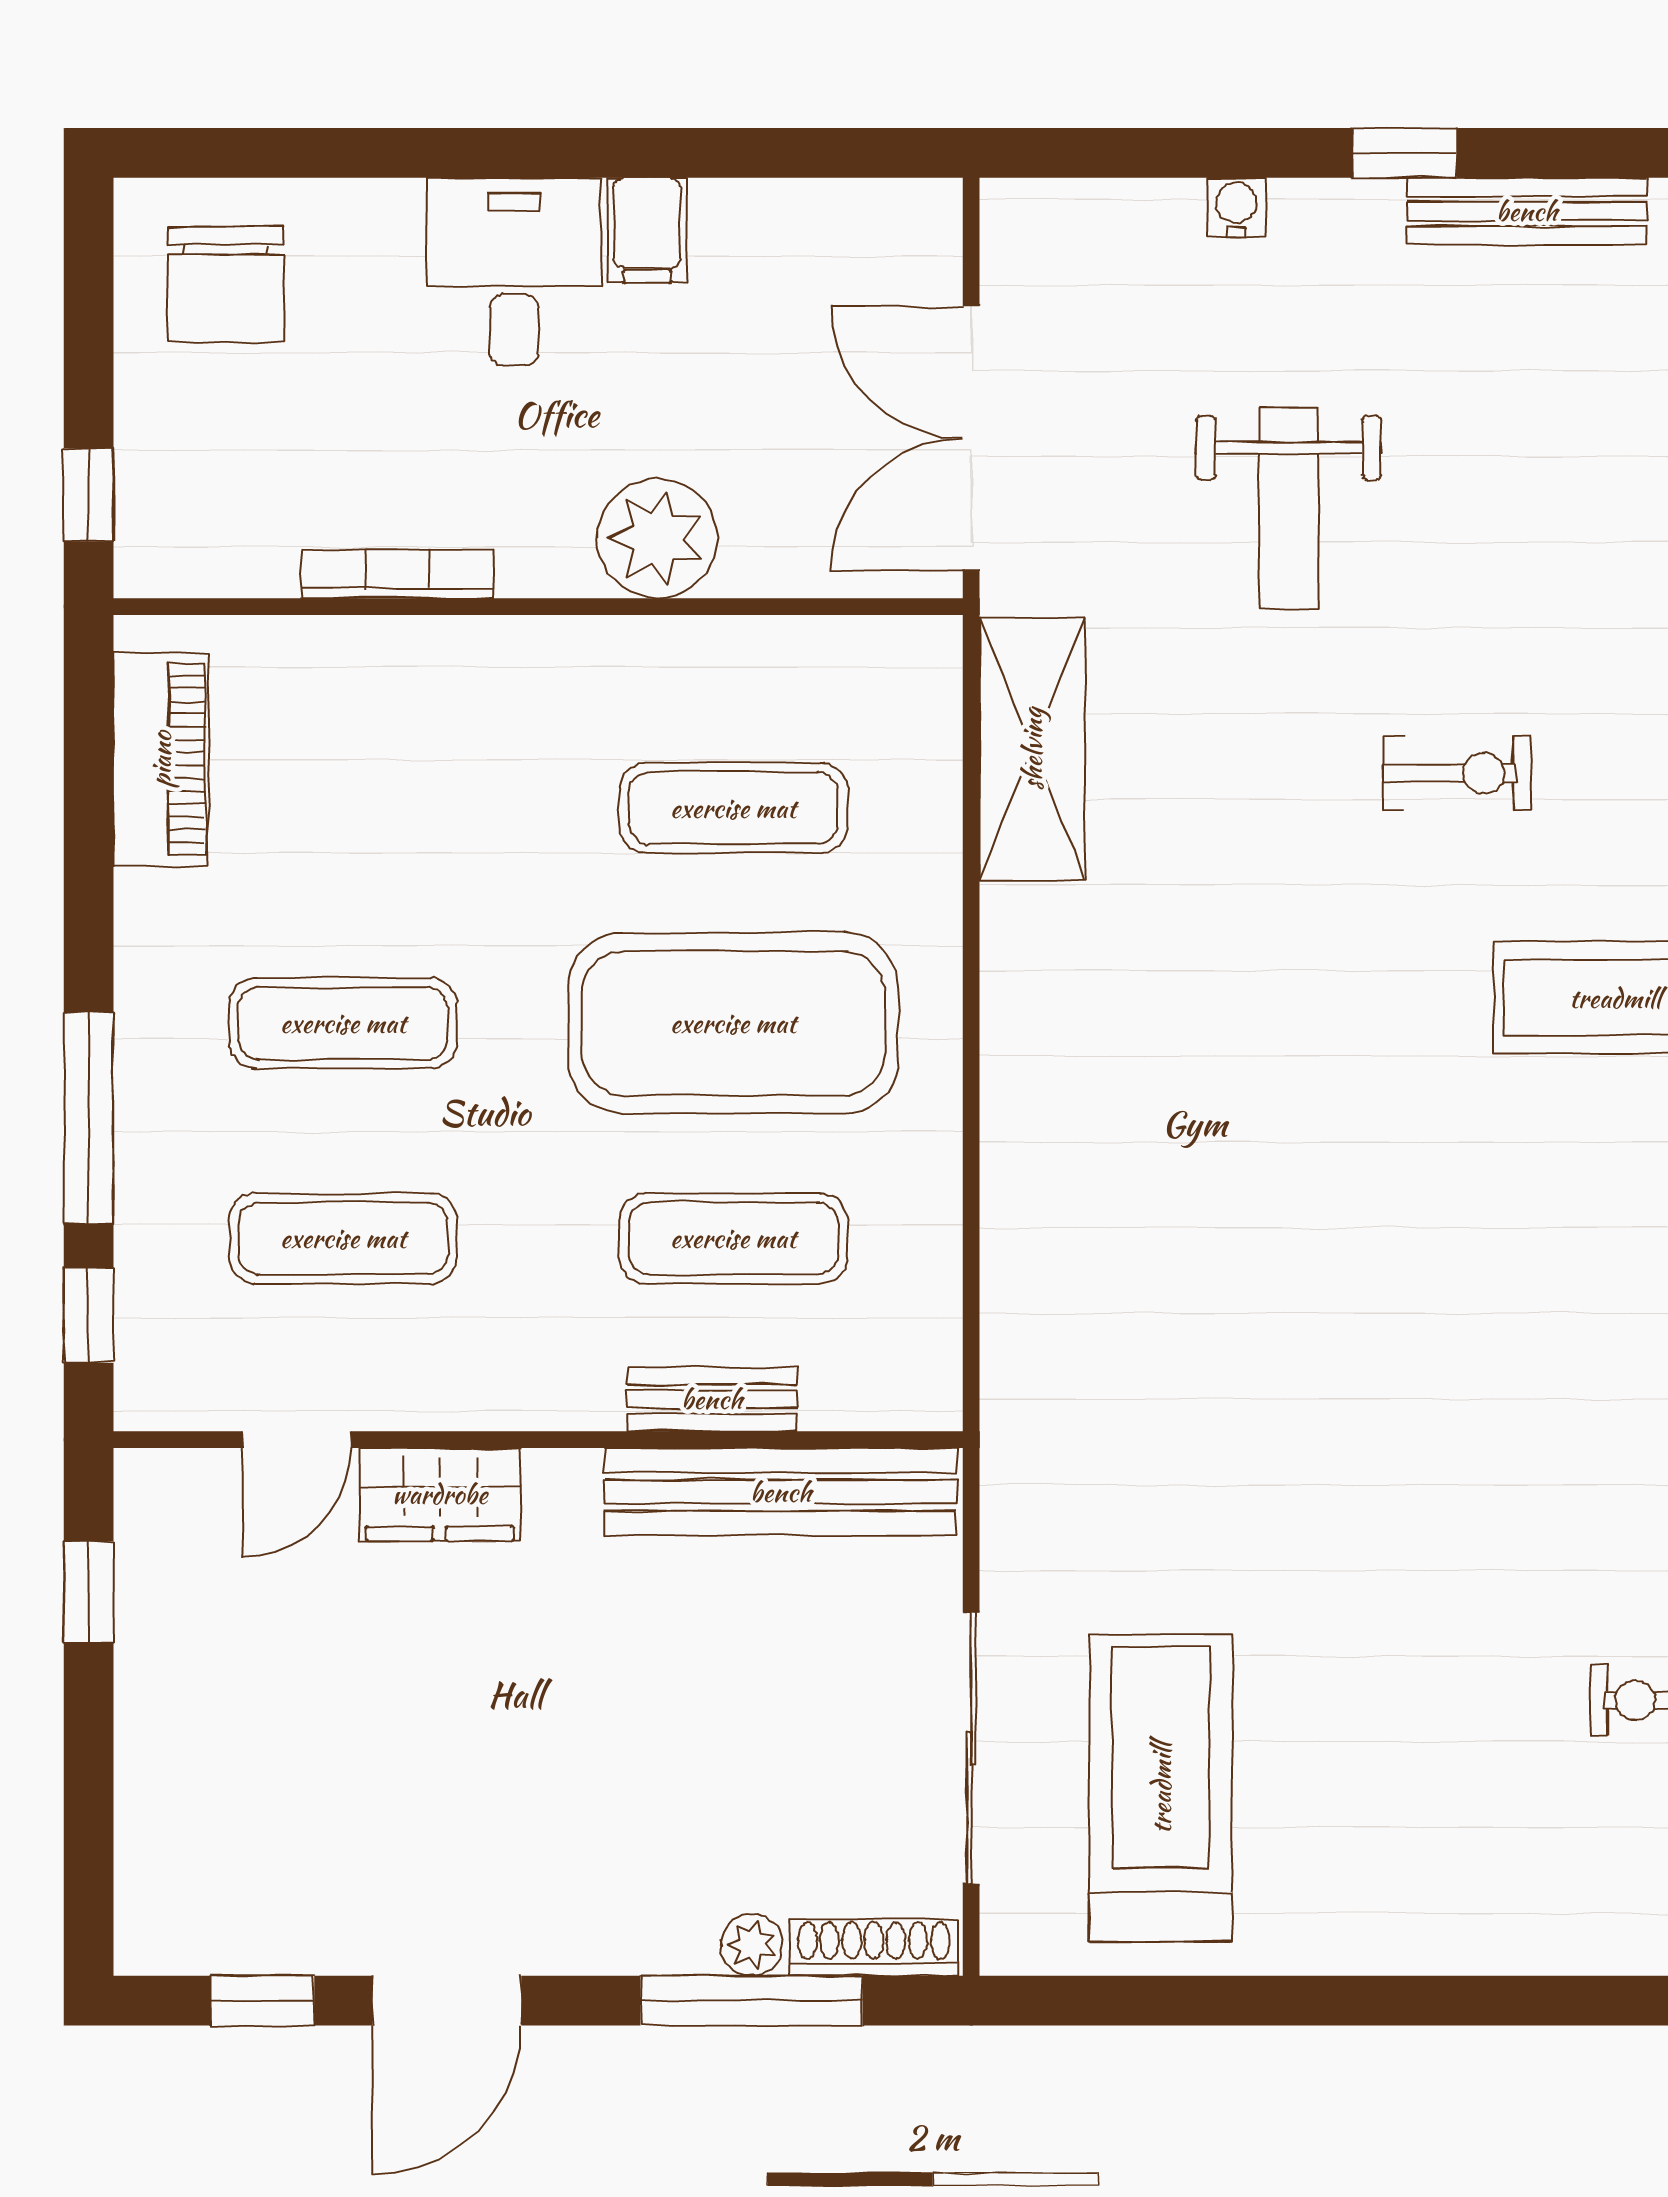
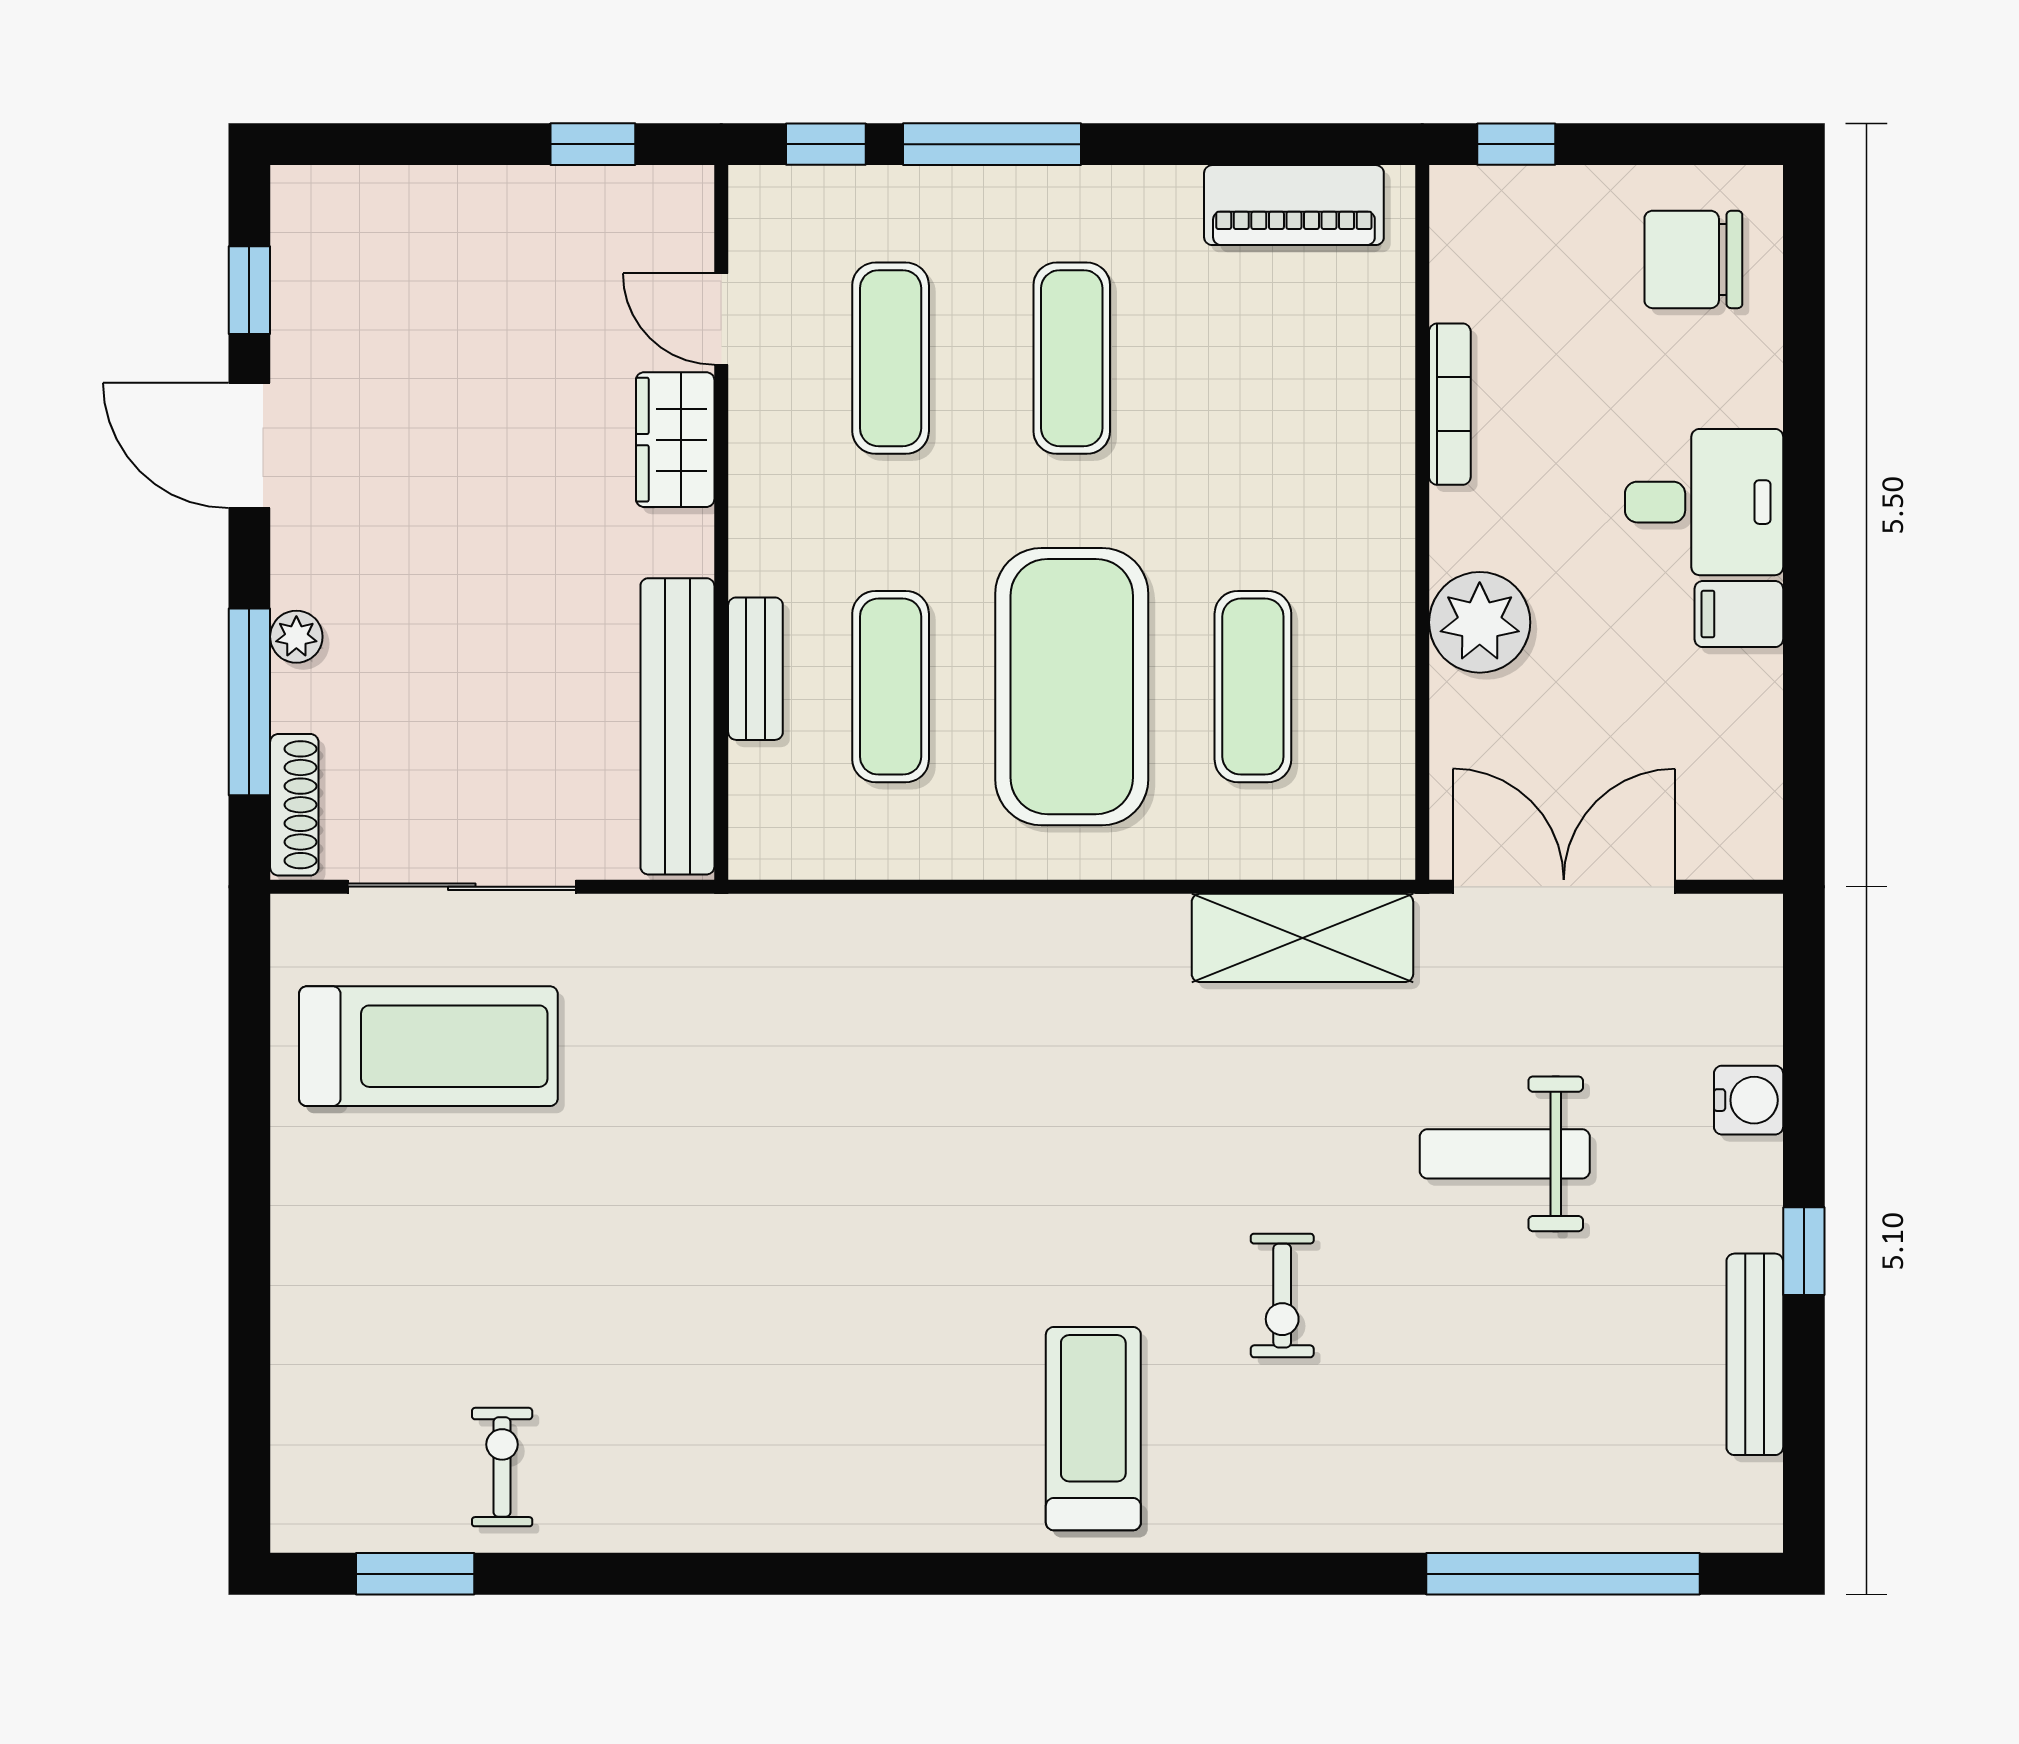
water cooler: (1236, 207) -> (1749, 1100), width x1.38, depth x1.38
plant: (752, 1945) -> (296, 637), moved

